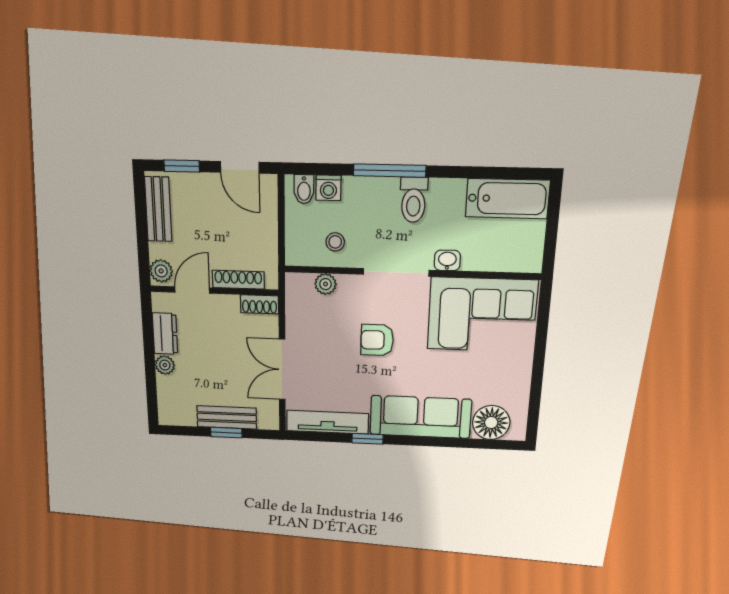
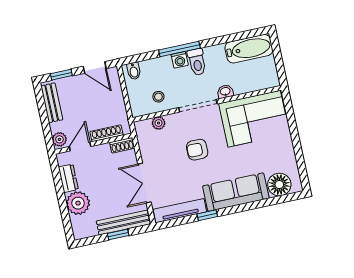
washing machine: (328, 188) -> (180, 60), moved
plant: (165, 365) -> (78, 203), width x1.88, depth x1.88
bench: (227, 417) -> (123, 223), width x1.36

